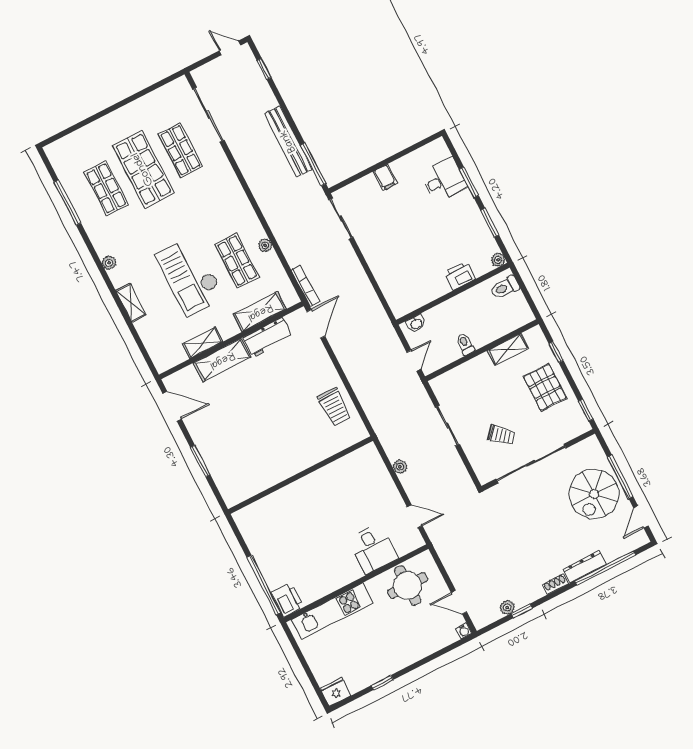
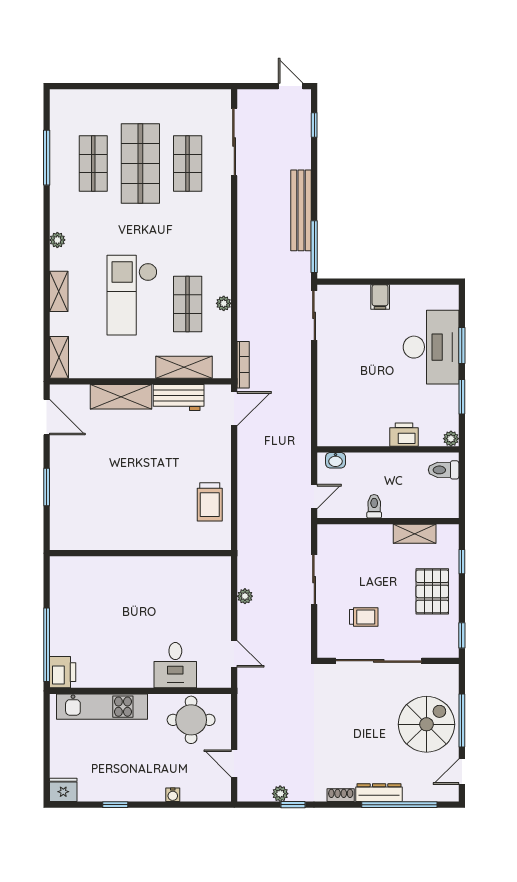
desk: (444, 180) -> (431, 347), width x1.87, depth x1.30
shelving: (203, 343) -> (59, 357), moved, turned 90
trolley: (502, 435) -> (364, 617), turned -42
spiral stairs: (594, 494) -> (427, 724), turned 180
water cooler: (464, 631) -> (173, 795), moved

